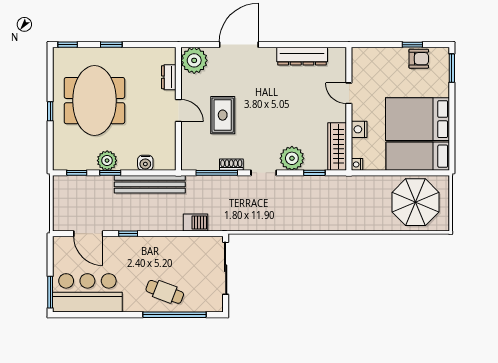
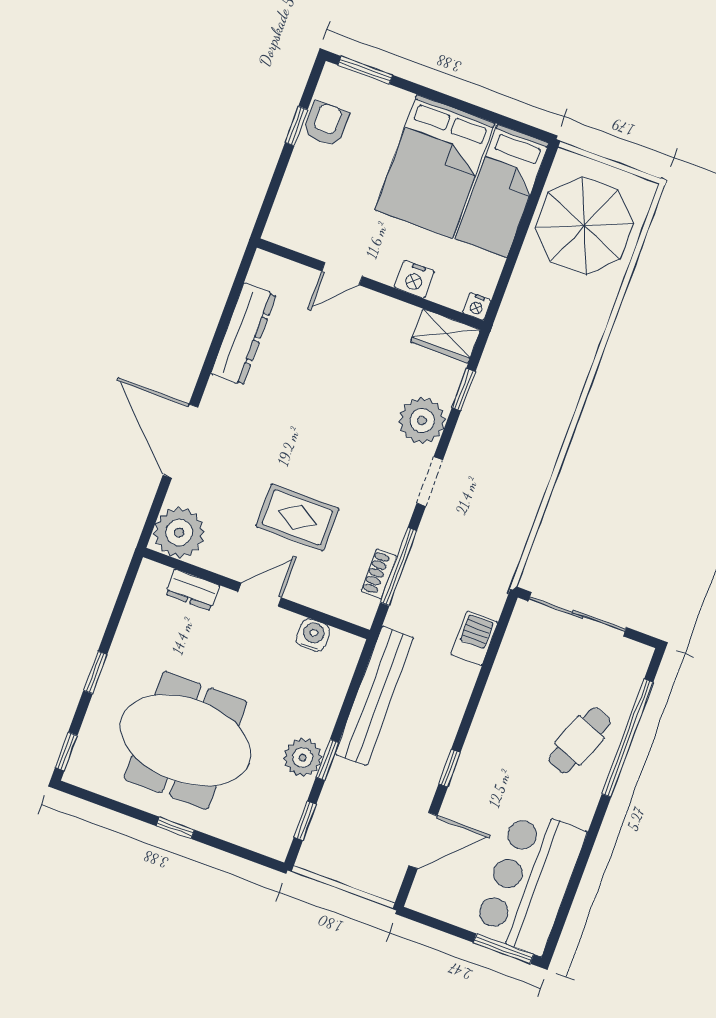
wardrobe: (337, 147) -> (445, 336), width x0.67
water cooler: (145, 163) -> (313, 635), moved, turned -90
shoe rack: (231, 165) -> (379, 574), moved

